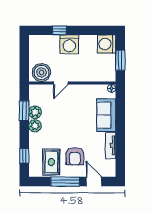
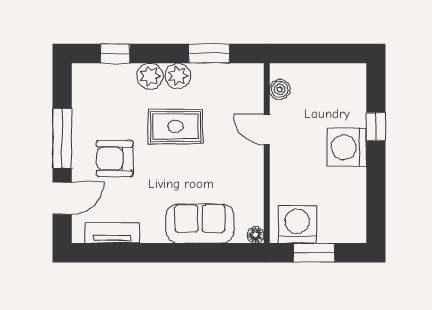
washing machine: (106, 44) -> (297, 224), moved
boiler: (42, 72) -> (280, 89), width x0.54, depth x0.54
plant: (35, 112) -> (150, 76), moved
tv unit: (111, 145) -> (112, 233), moved
rug: (51, 162) -> (176, 126), moved

